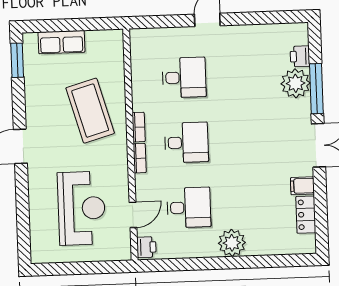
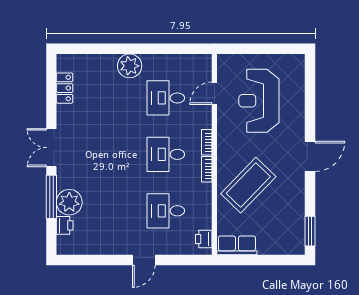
row of seats: (61, 42) -> (237, 245), moved
coffee table: (90, 111) -> (248, 185), turned 60
filing cabinet: (302, 186) -> (67, 113), removed
printer: (146, 247) -> (204, 239), moved

